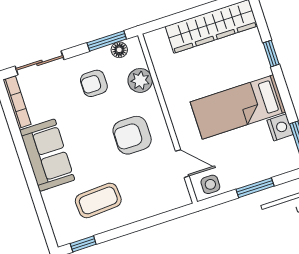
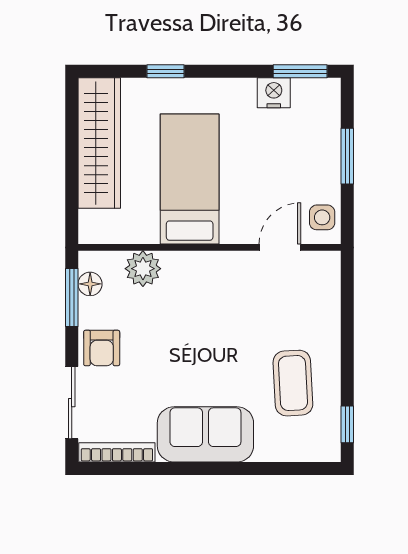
armchair: (94, 83) -> (102, 348), moved
bed: (238, 107) -> (190, 179), moved, turned 180
armchair: (132, 135) -> (216, 305), removed

